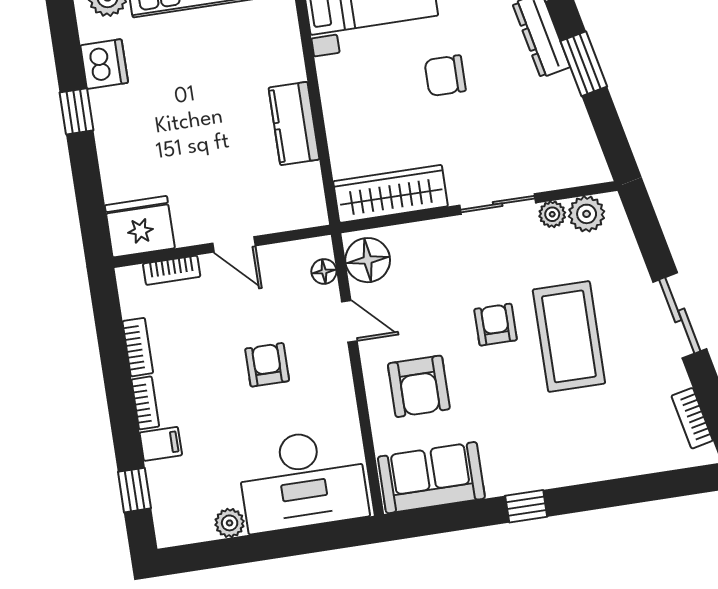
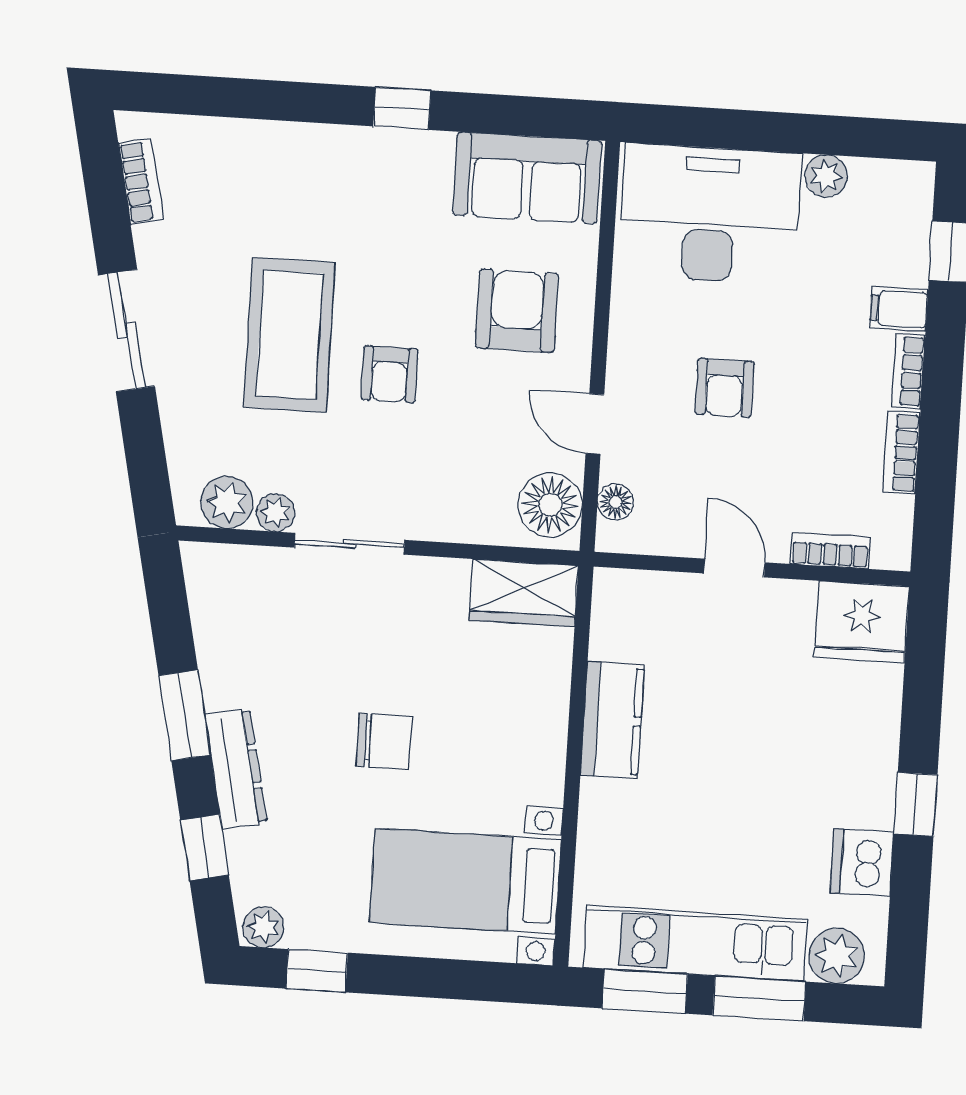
wardrobe: (391, 194) -> (524, 593), width x0.67

